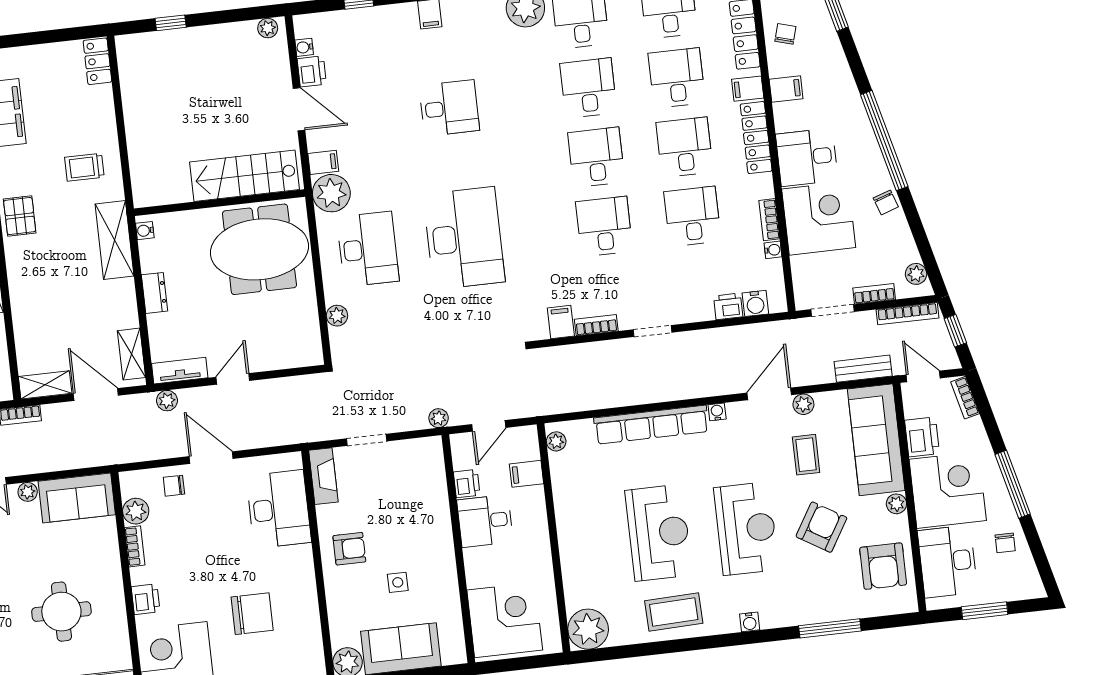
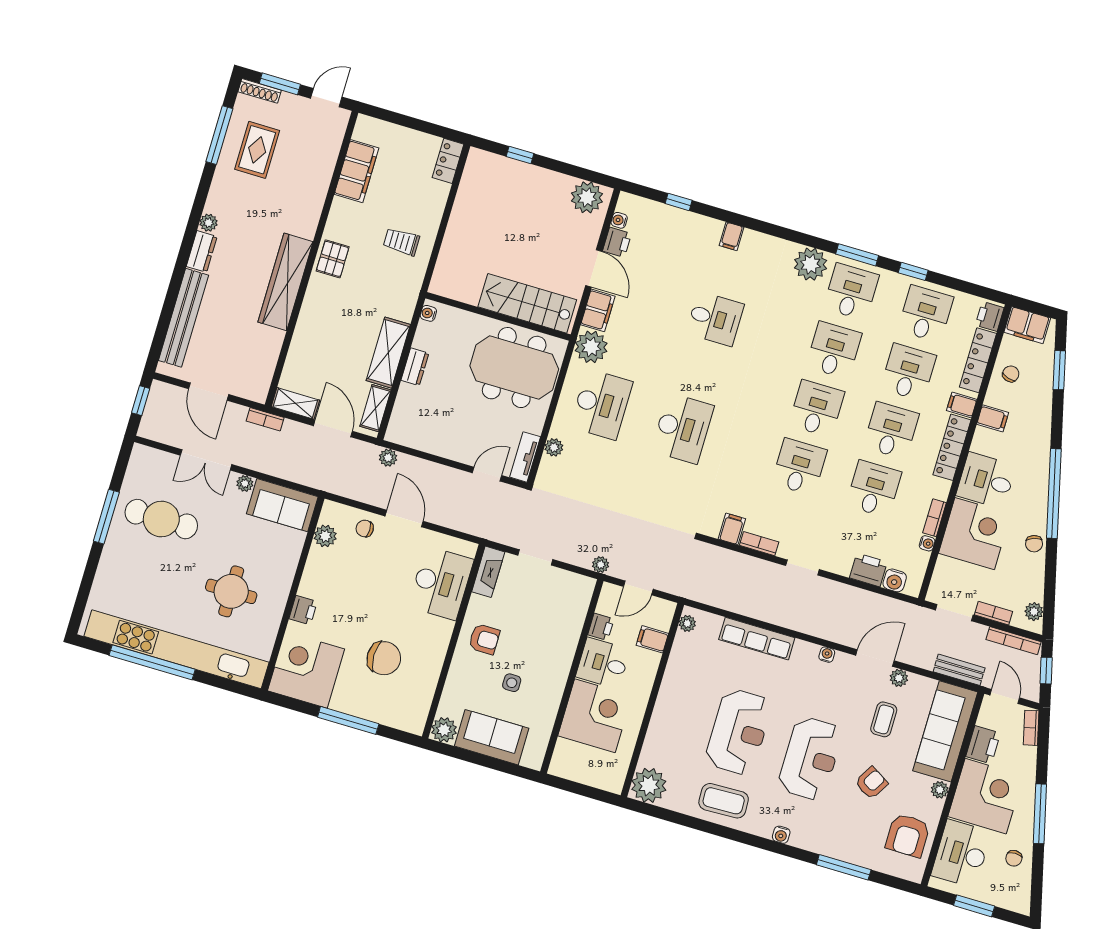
plant: (268, 28) -> (587, 197), width x1.87, depth x1.87
filing cabinet: (323, 162) -> (598, 310), width x2.00
desk: (464, 238) -> (683, 428), width x0.73, depth x0.77
shelving: (114, 240) -> (388, 353), moved
printer: (728, 306) -> (868, 570), width x1.36, depth x1.24
tv unit: (180, 371) -> (525, 457), moved, turned -90
door: (233, 379) -> (487, 474), moved
row of seats: (651, 425) -> (757, 639), width x0.73
armchair: (821, 527) -> (871, 783), width x0.72, depth x0.72
bookcase: (135, 546) -> (312, 564), removed
corner desk: (505, 620) -> (595, 716), moved

